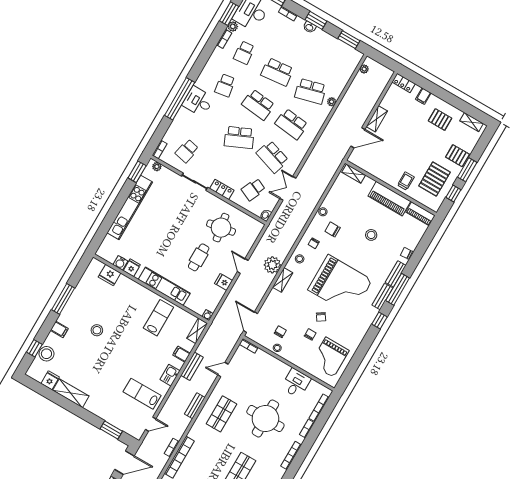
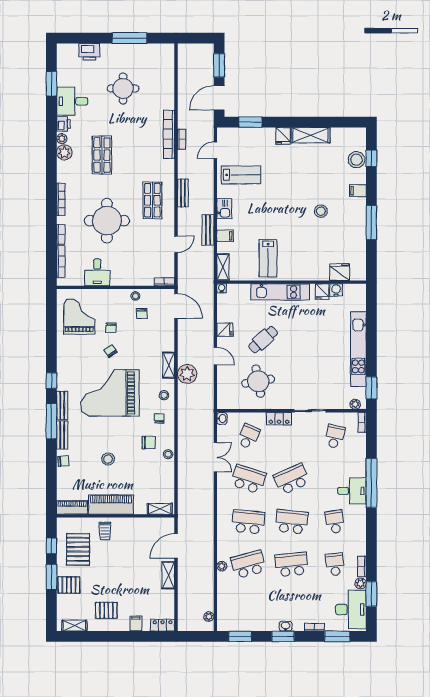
cafe table: (199, 257) -> (263, 340), turned 49
fridge: (50, 380) -> (283, 136), moved

